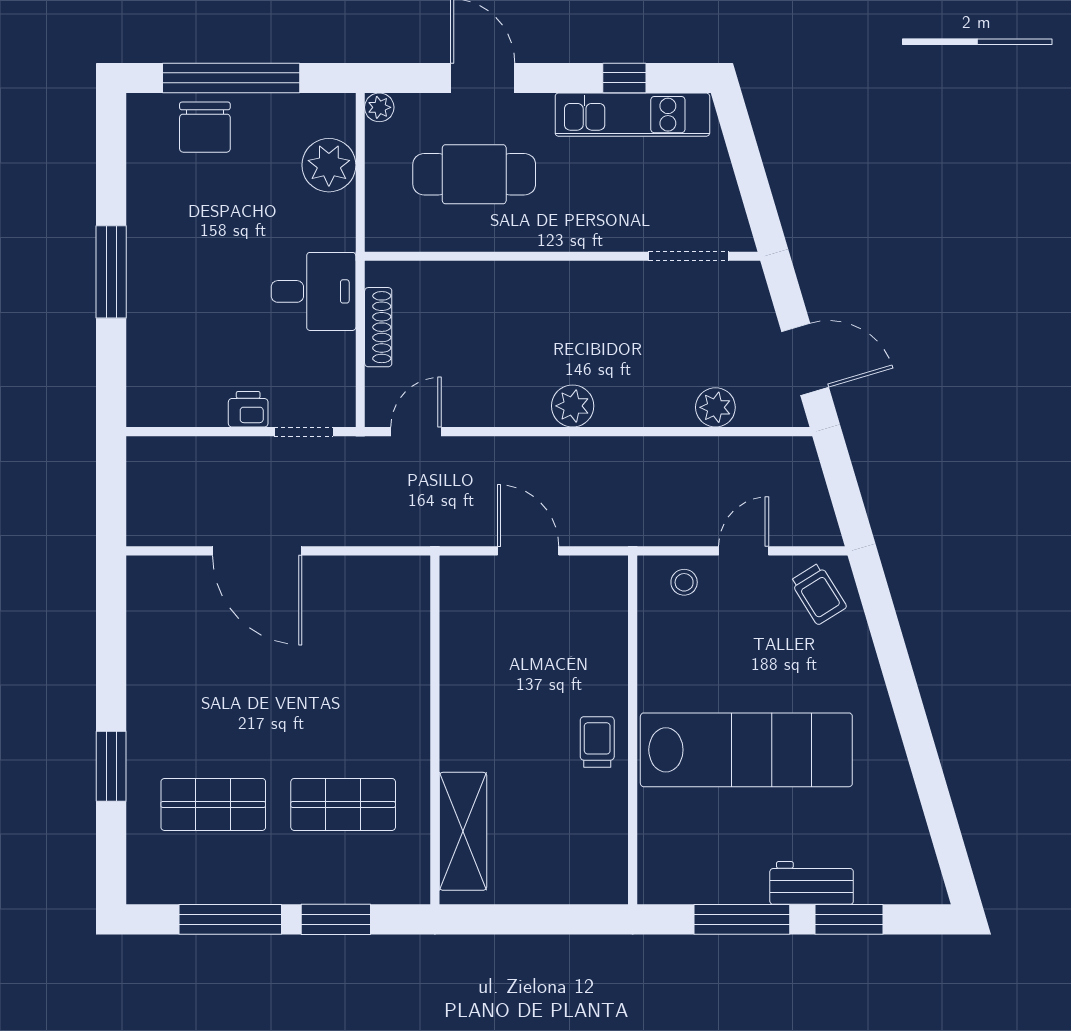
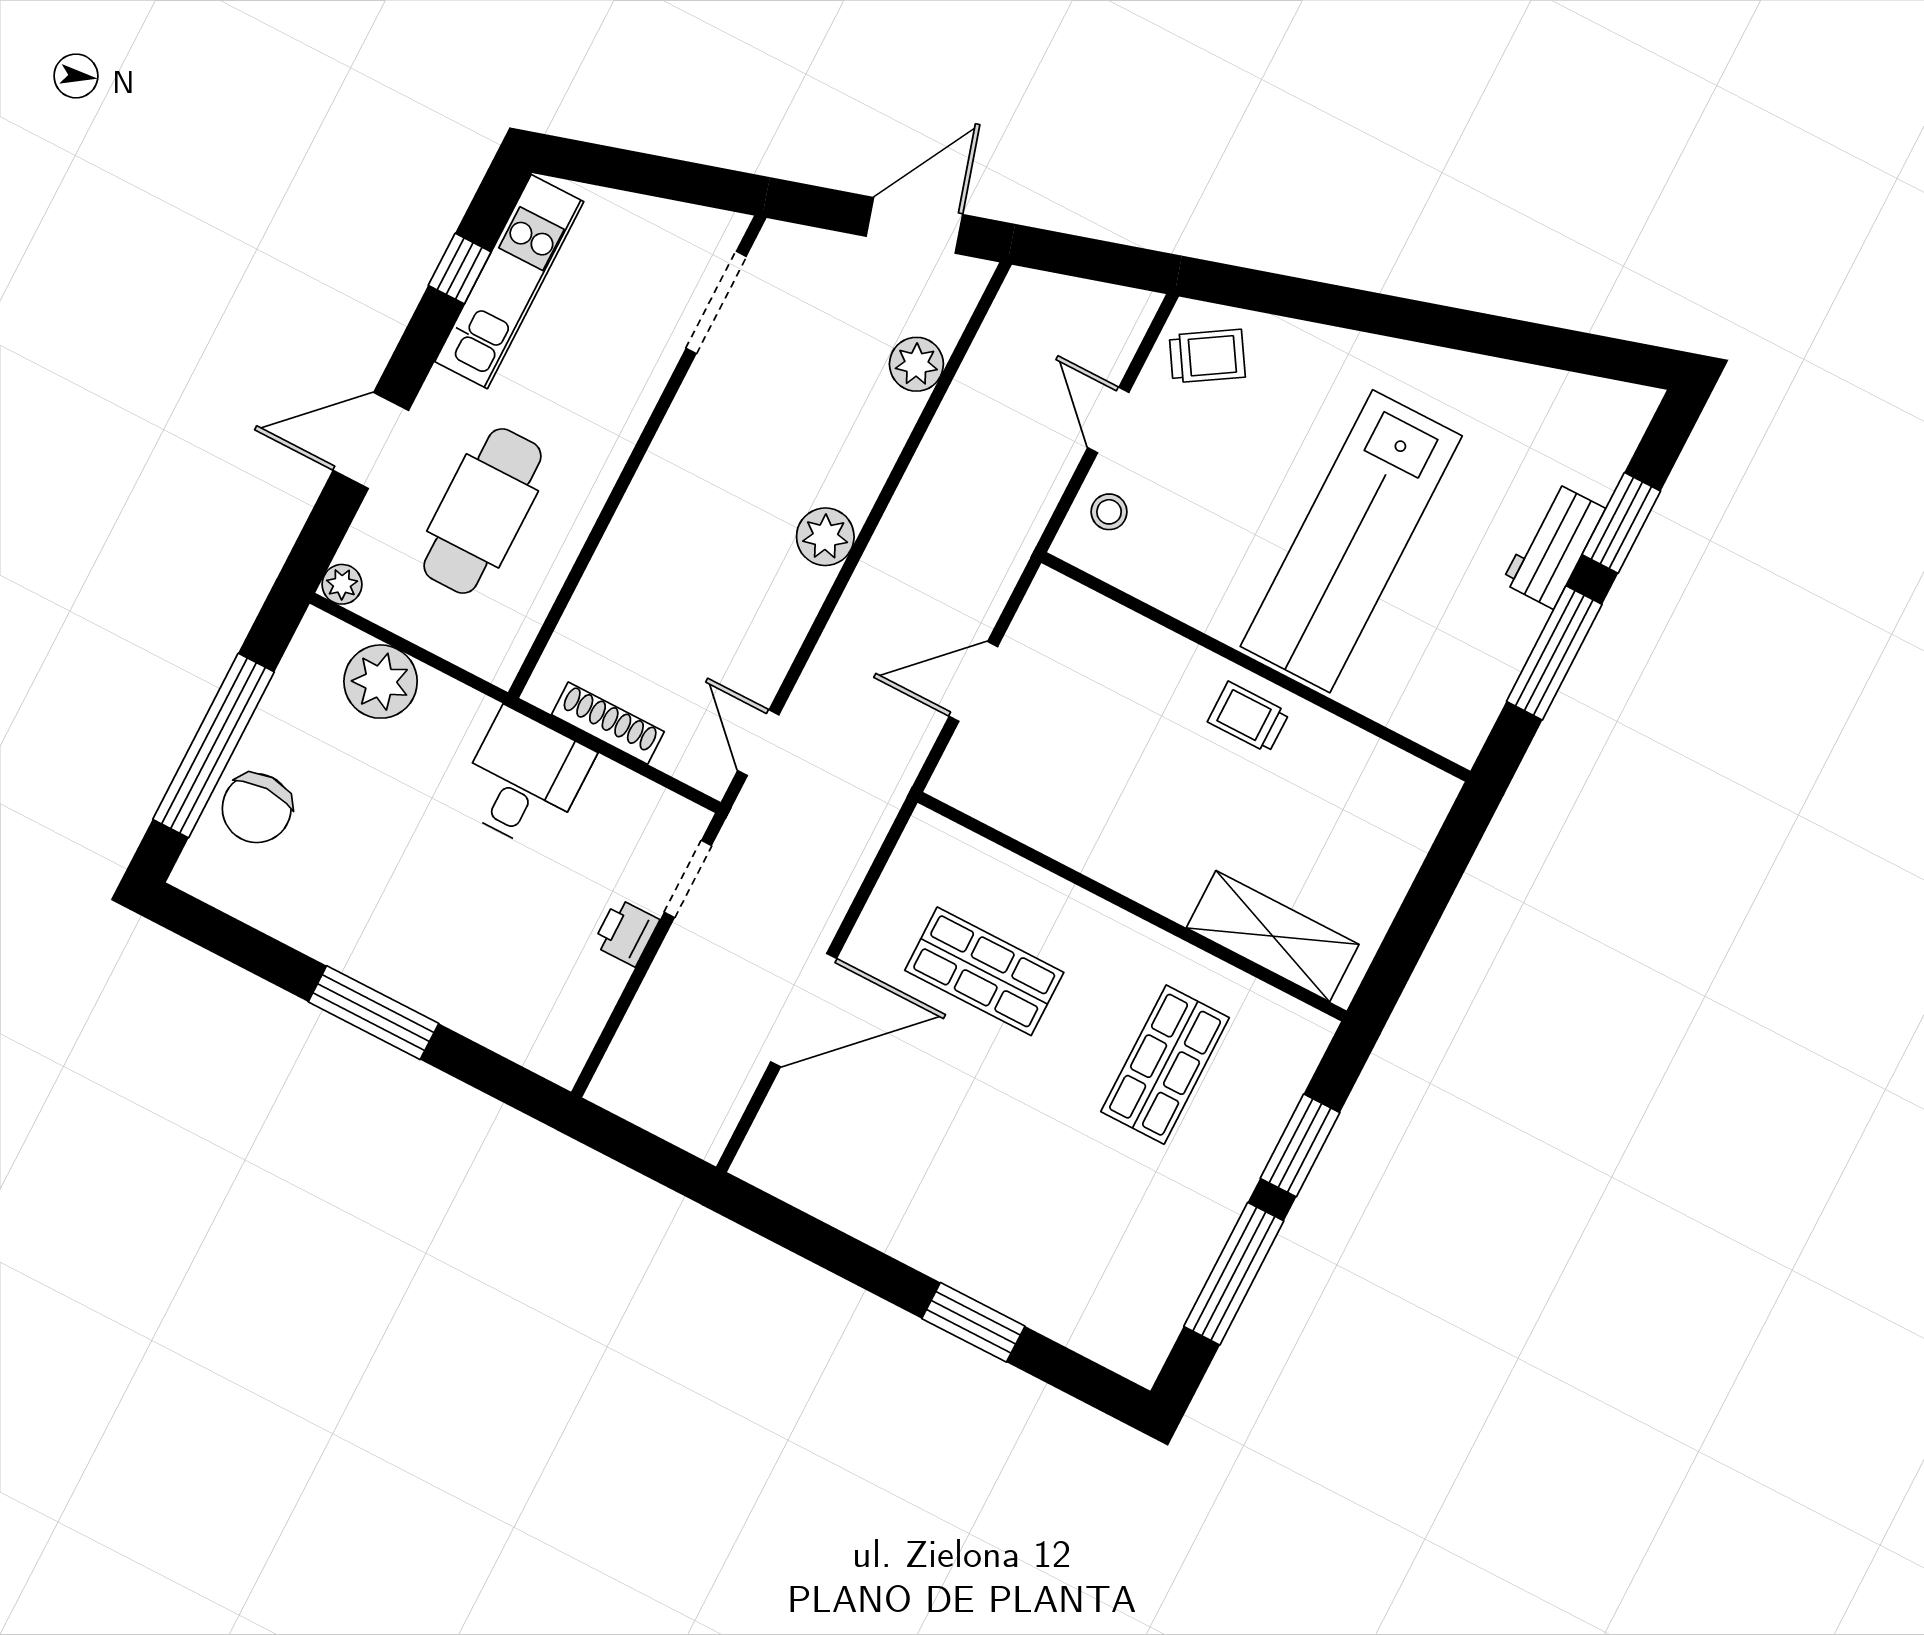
chair: (205, 127) -> (257, 808), turned 90
lab bench: (746, 750) -> (1351, 541), turned 180
shop shelf: (213, 804) -> (984, 971), moved, turned 90

